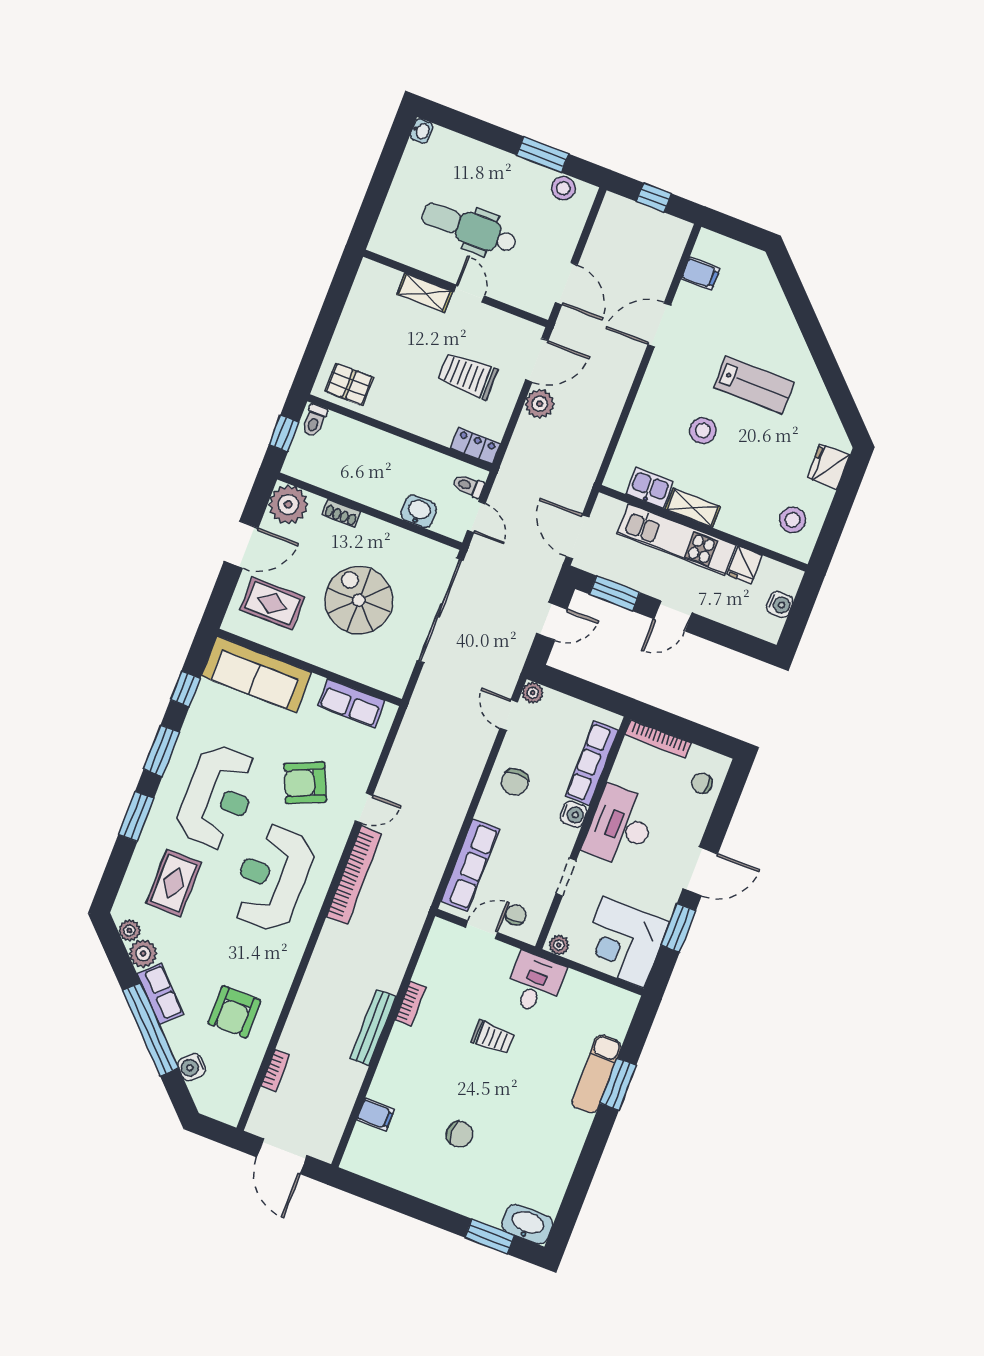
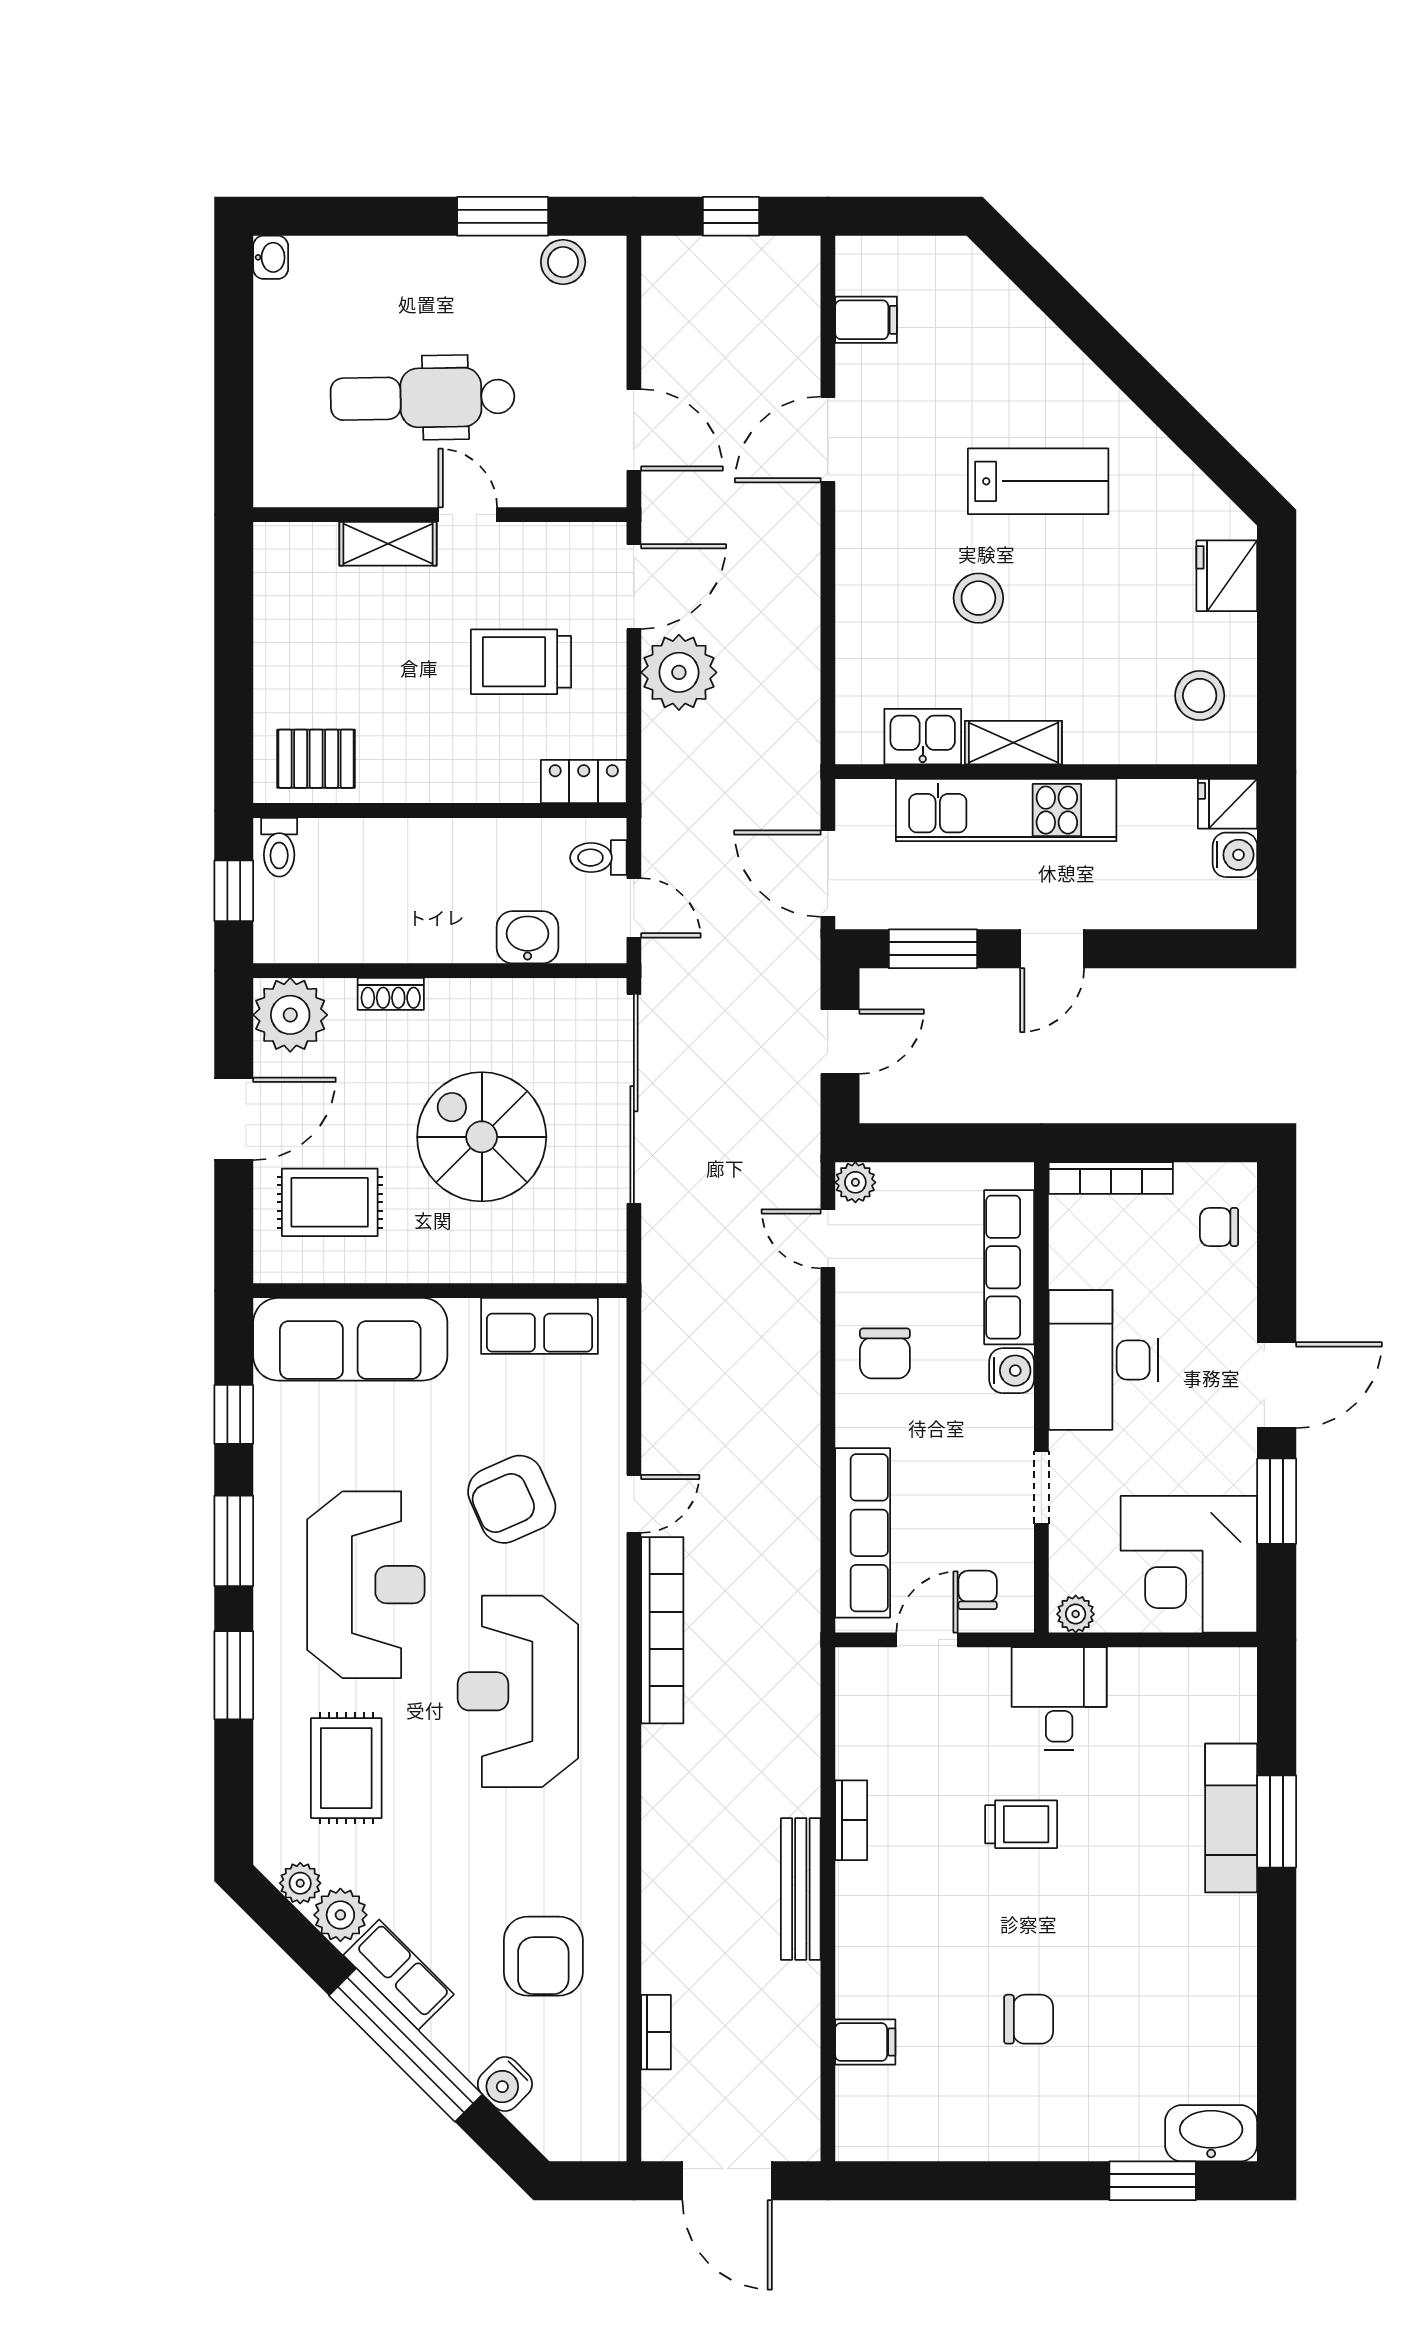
plant: (540, 404) -> (679, 672), width x1.36, depth x1.36
fridge: (745, 565) -> (1228, 804), moved, turned 90

